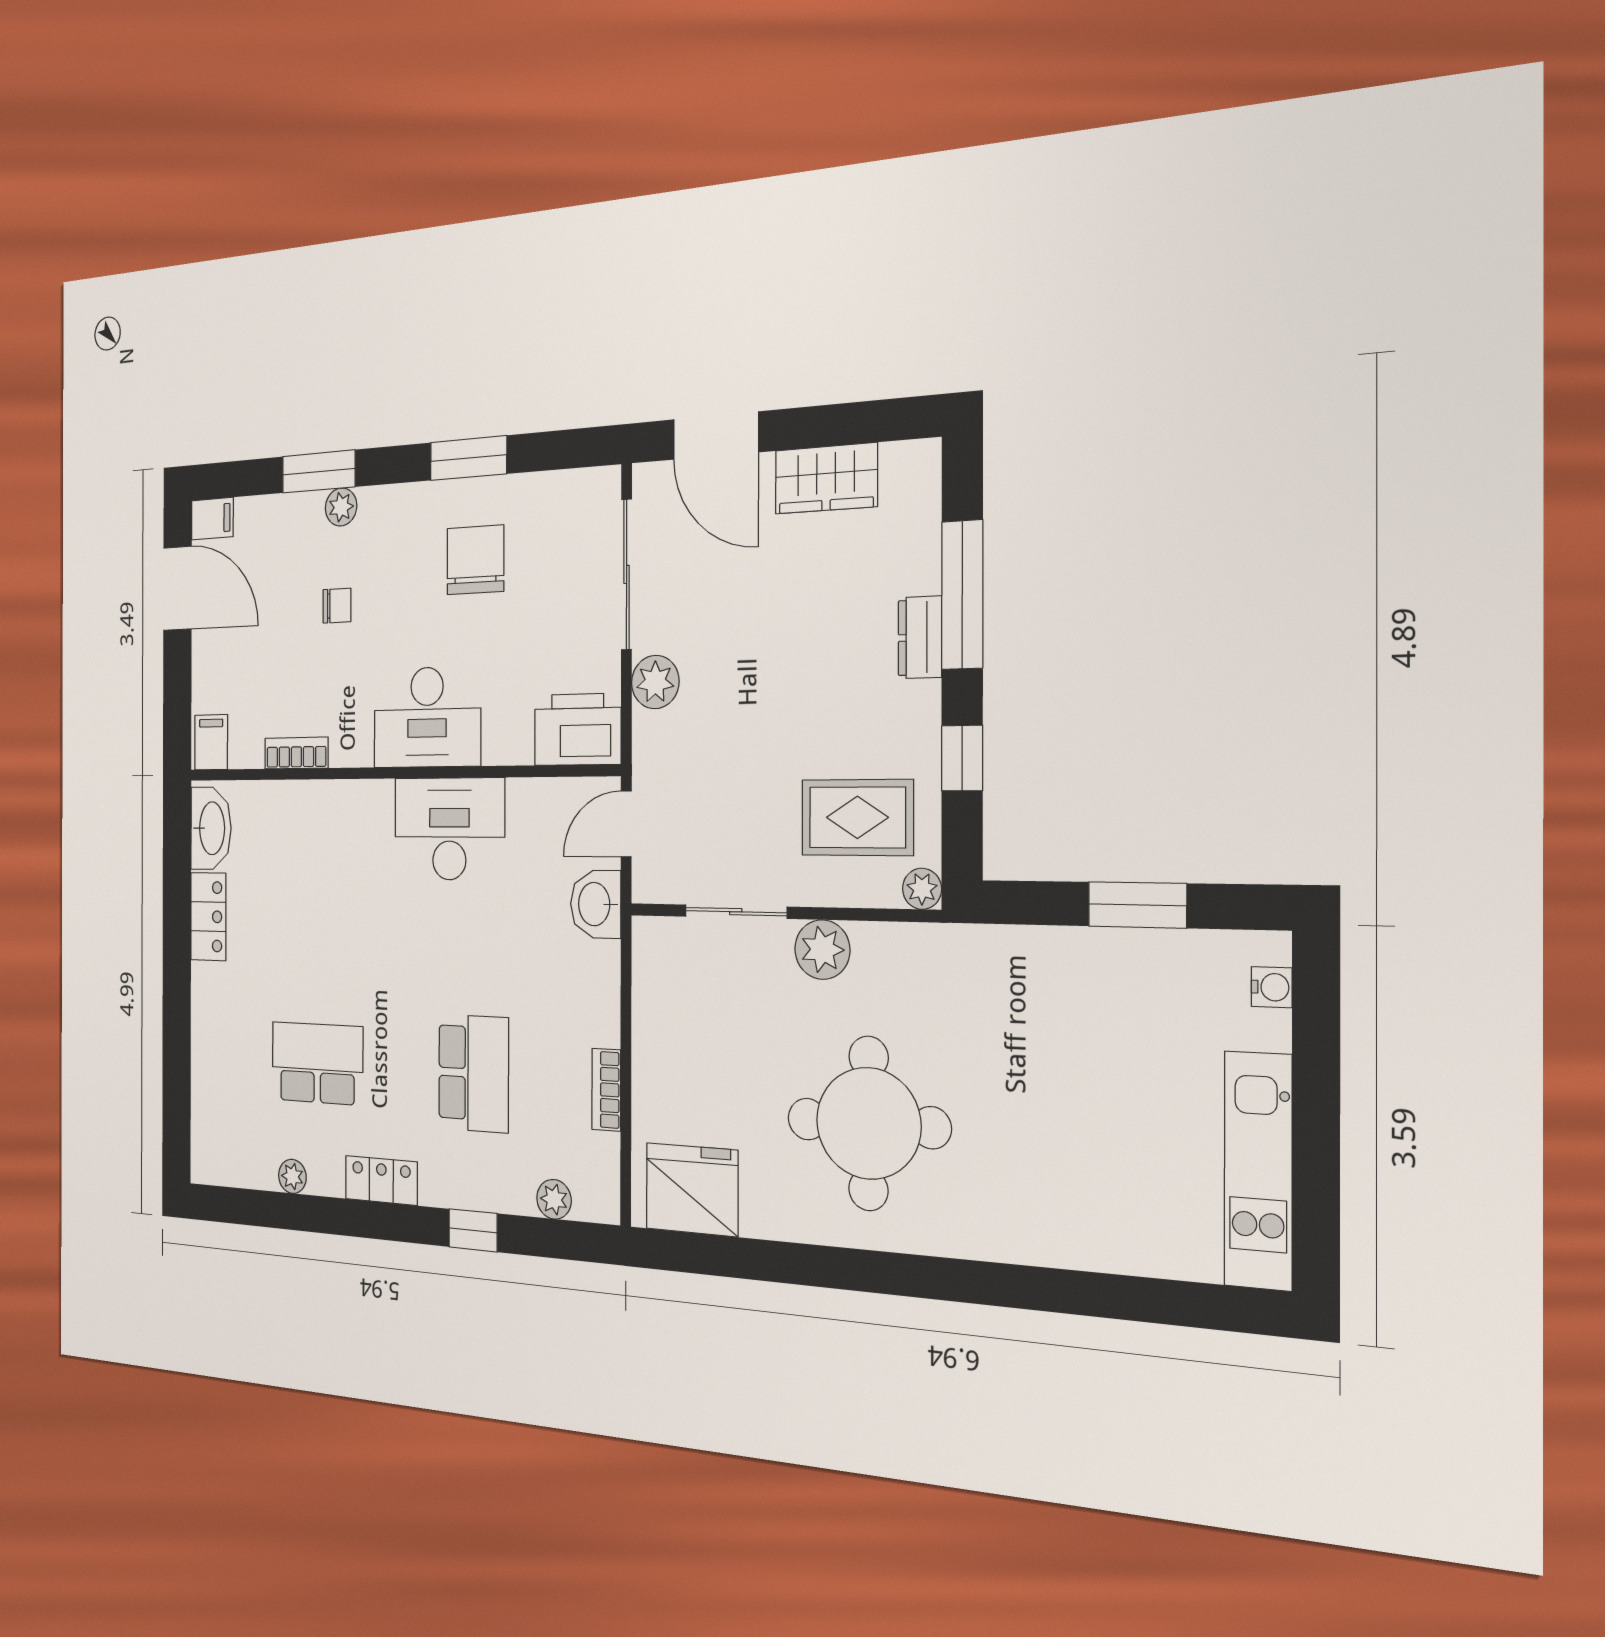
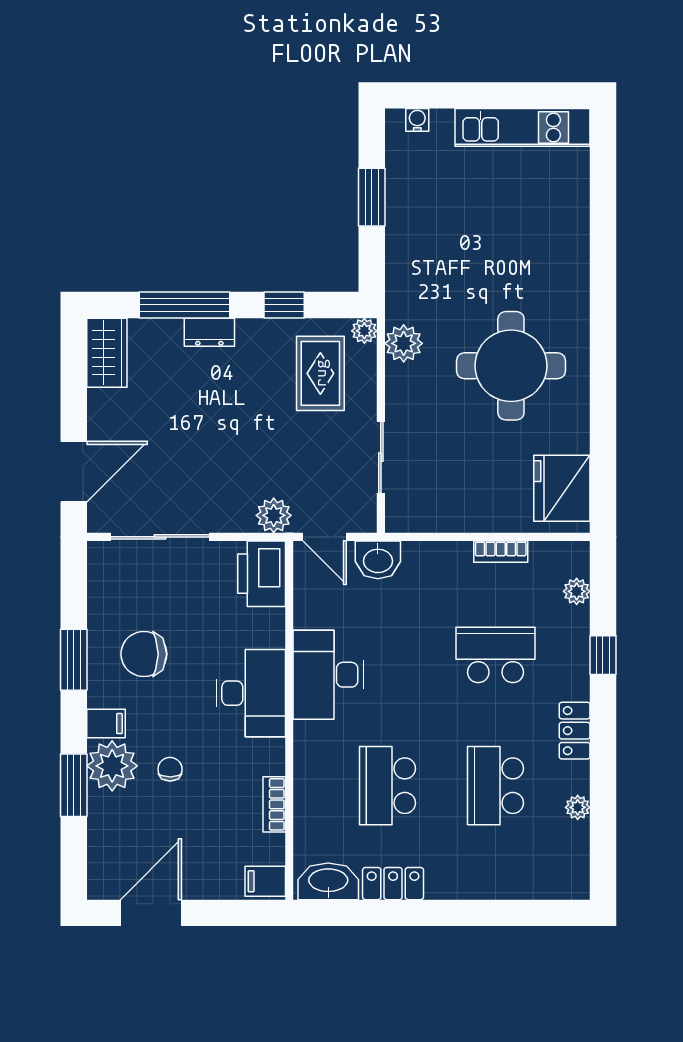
wardrobe: (826, 478) -> (107, 353), moved
plant: (341, 507) -> (112, 766), width x1.87, depth x1.87
filing cabinet: (212, 519) -> (106, 724), moved, turned 90
plant: (655, 682) -> (274, 515), moved
school desk: (318, 912) -> (387, 786), added
plant: (822, 950) -> (404, 343), moved

